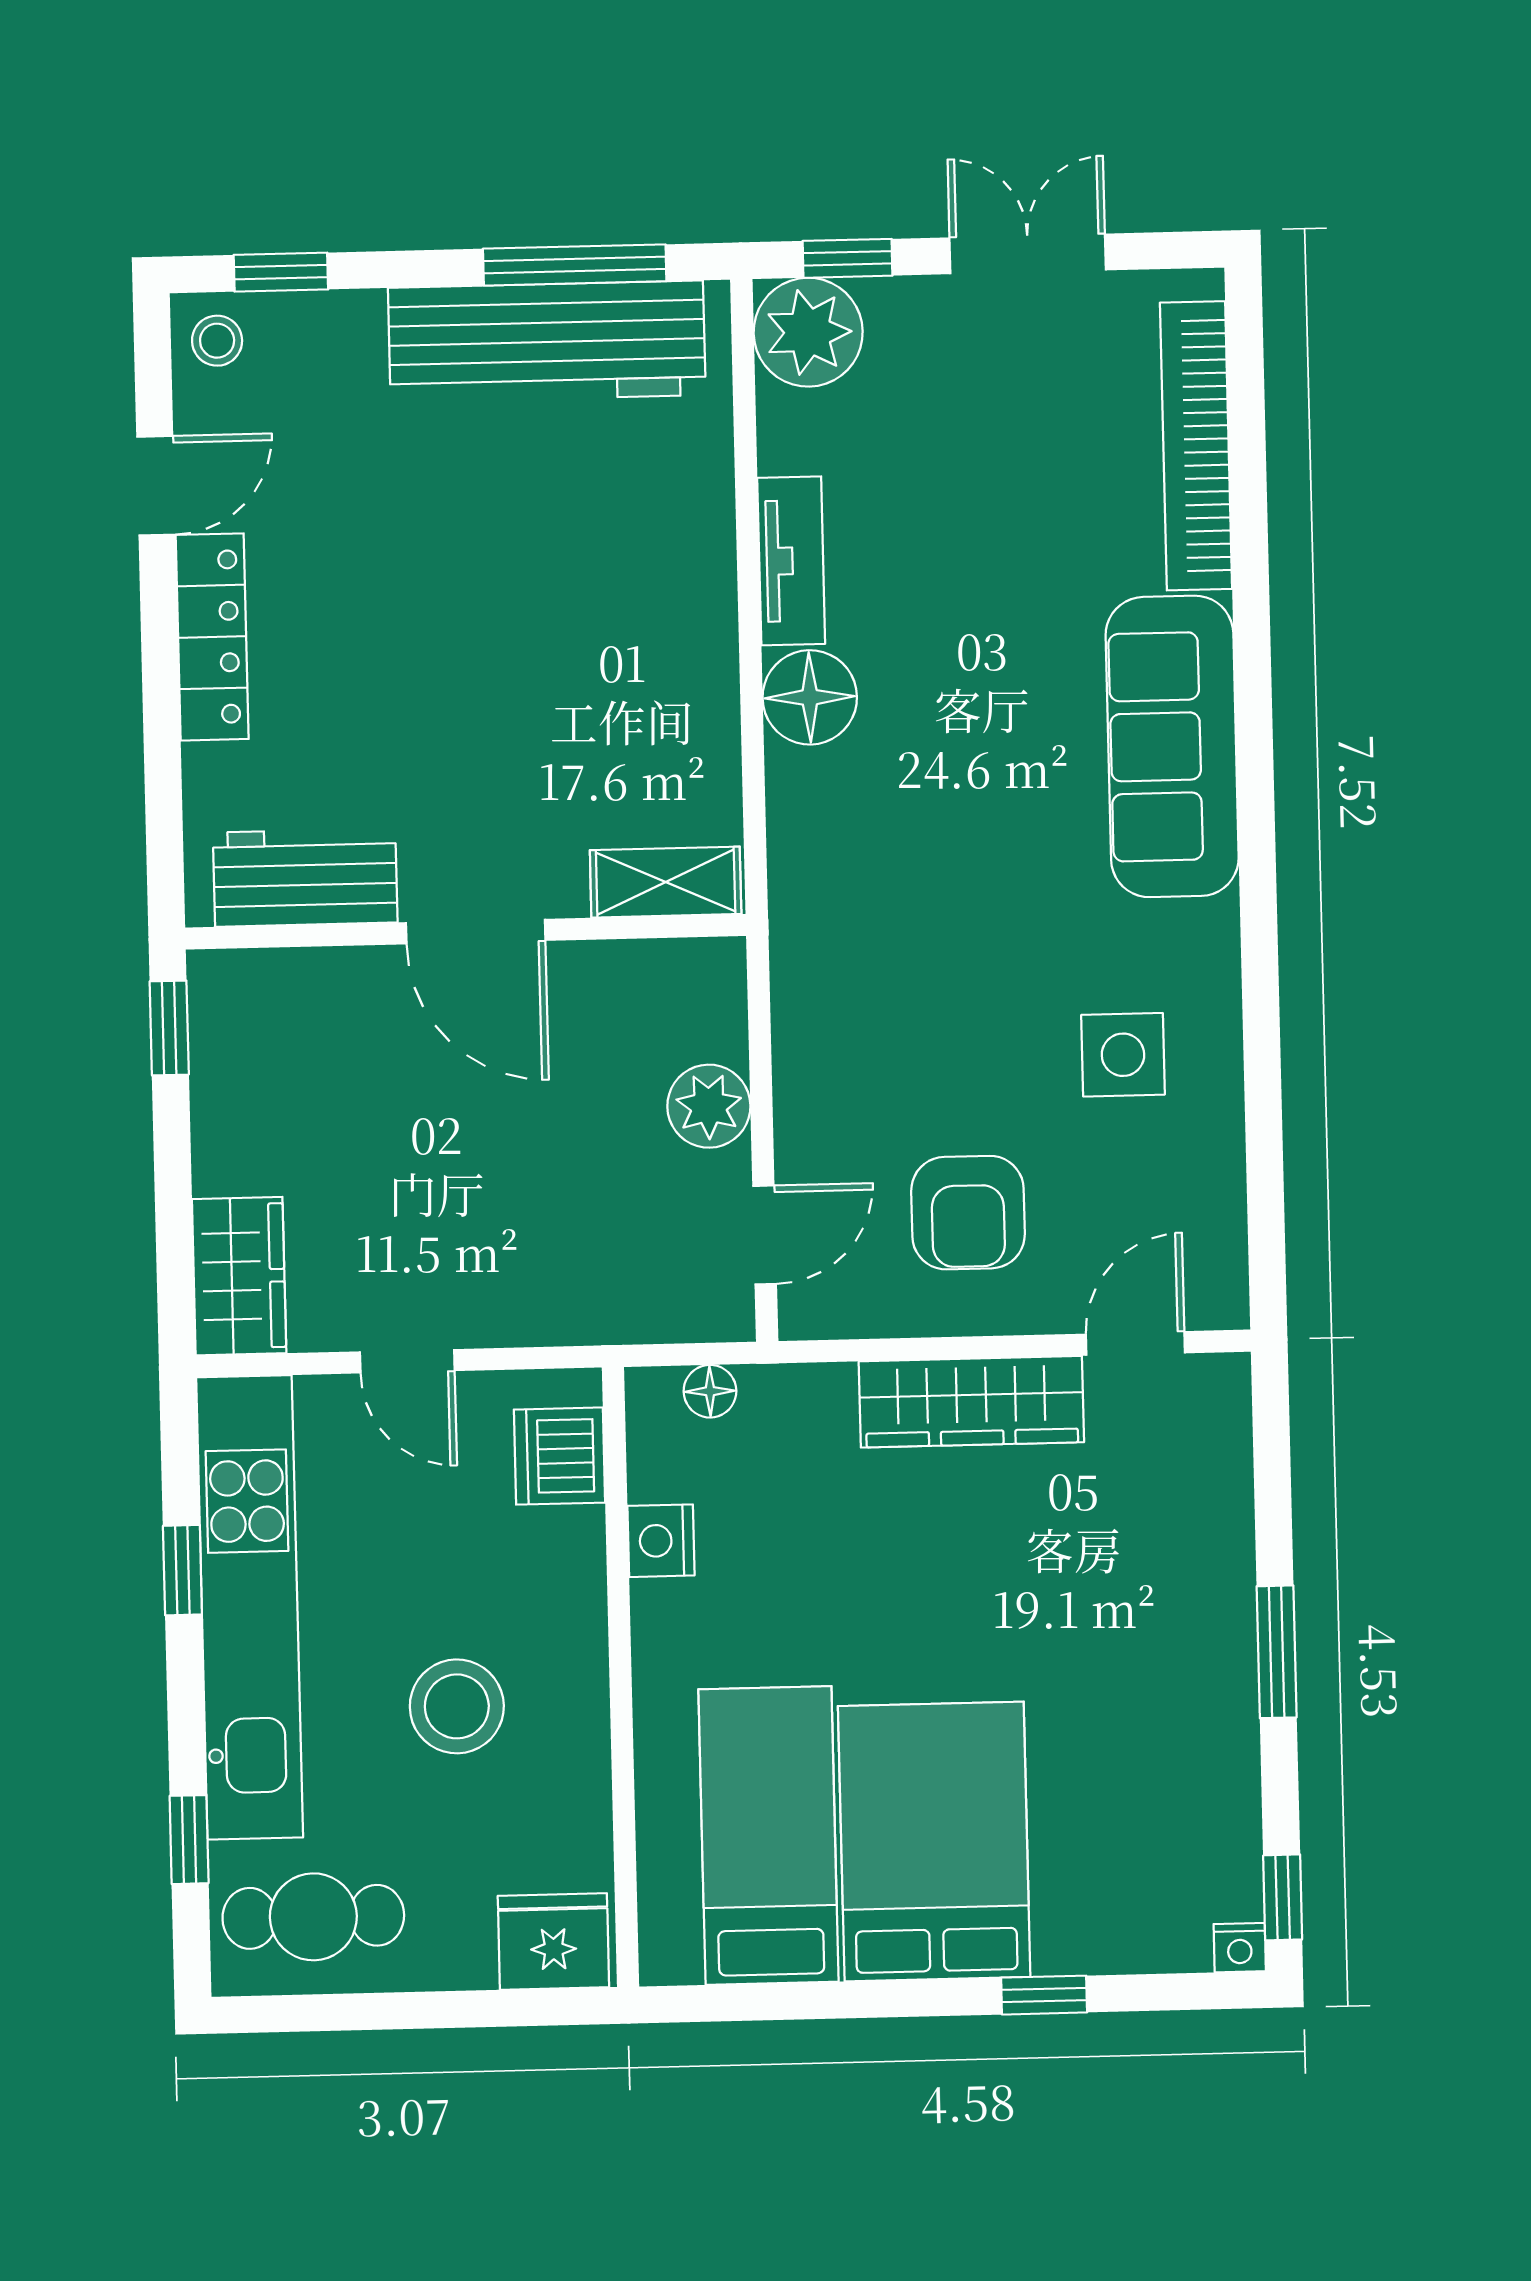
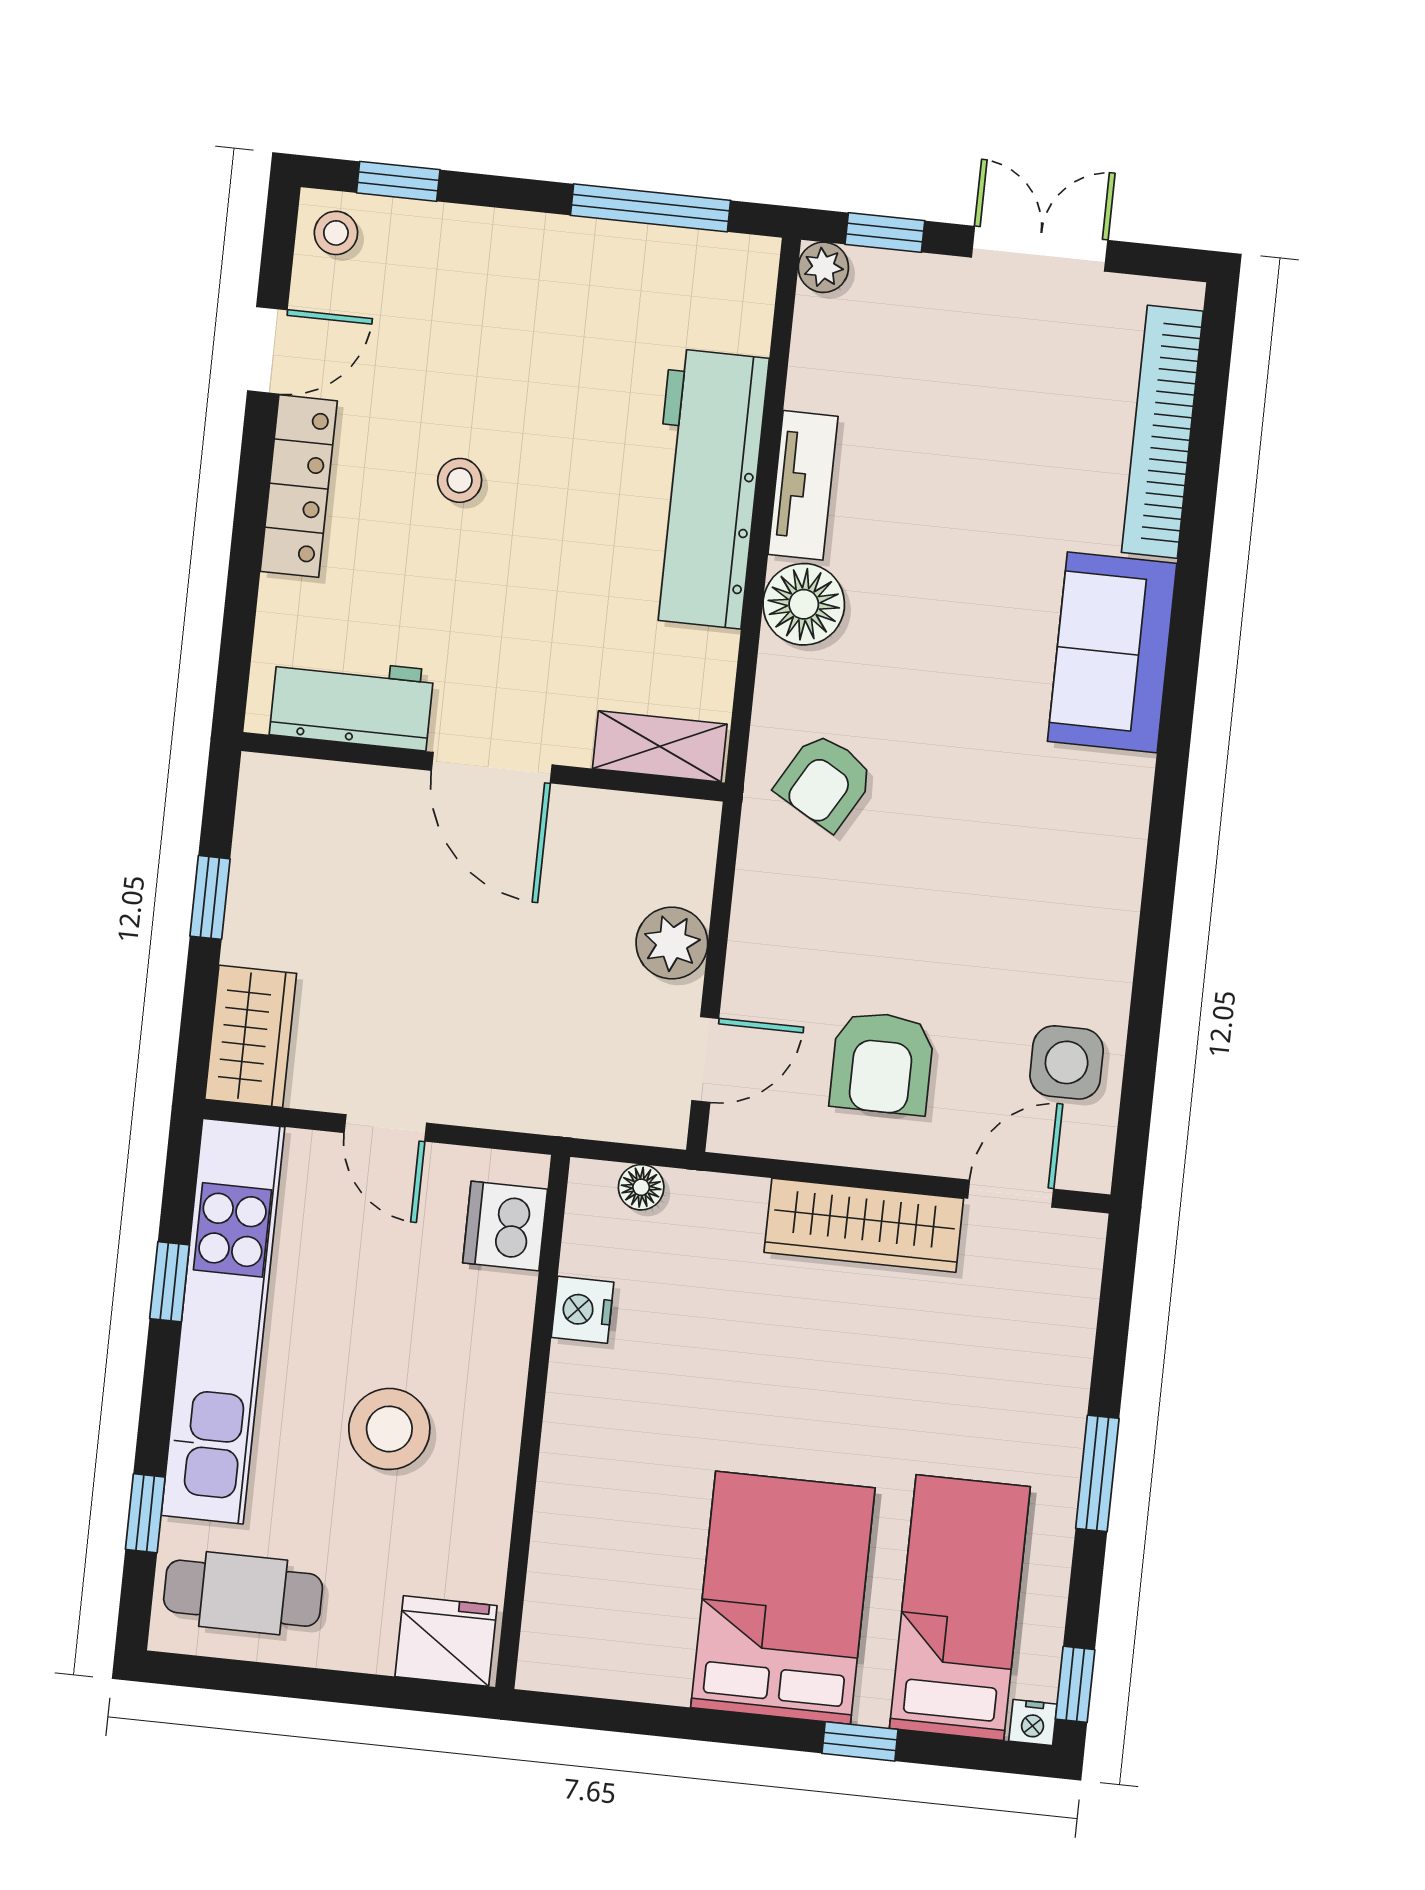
plant: (808, 332) -> (823, 267), width x0.53, depth x0.53
workbench: (547, 342) -> (706, 489), moved, turned 90
stool: (396, 606) -> (460, 480), added
sofa: (1172, 746) -> (1112, 652), width x0.73
armchair: (861, 898) -> (825, 782), added
window: (169, 1028) -> (210, 897), moved
side table: (1123, 1055) -> (1067, 1062), moved
bed: (768, 1835) -> (960, 1608), moved

